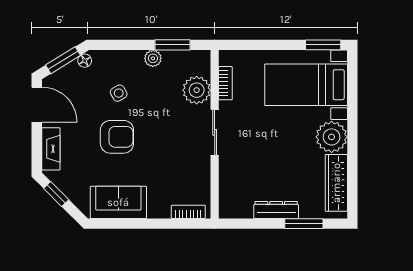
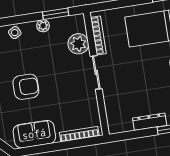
bookcase: (225, 83) -> (98, 36), width x1.56
side table: (119, 93) -> (15, 33), moved
bookcase: (188, 212) -> (79, 134), width x1.56

